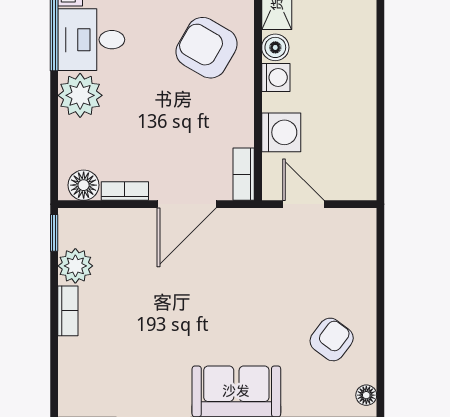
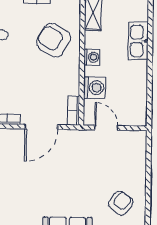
boiler: (275, 47) -> (92, 40), removed
kitchen sink: (359, 47) -> (138, 41), added

